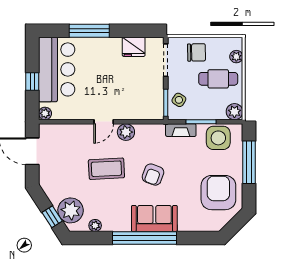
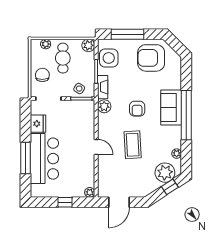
bar counter: (57, 69) -> (44, 159), moved, turned 90
plant: (126, 132) -> (104, 106), moved
armchair: (153, 175) -> (137, 109), turned 70

